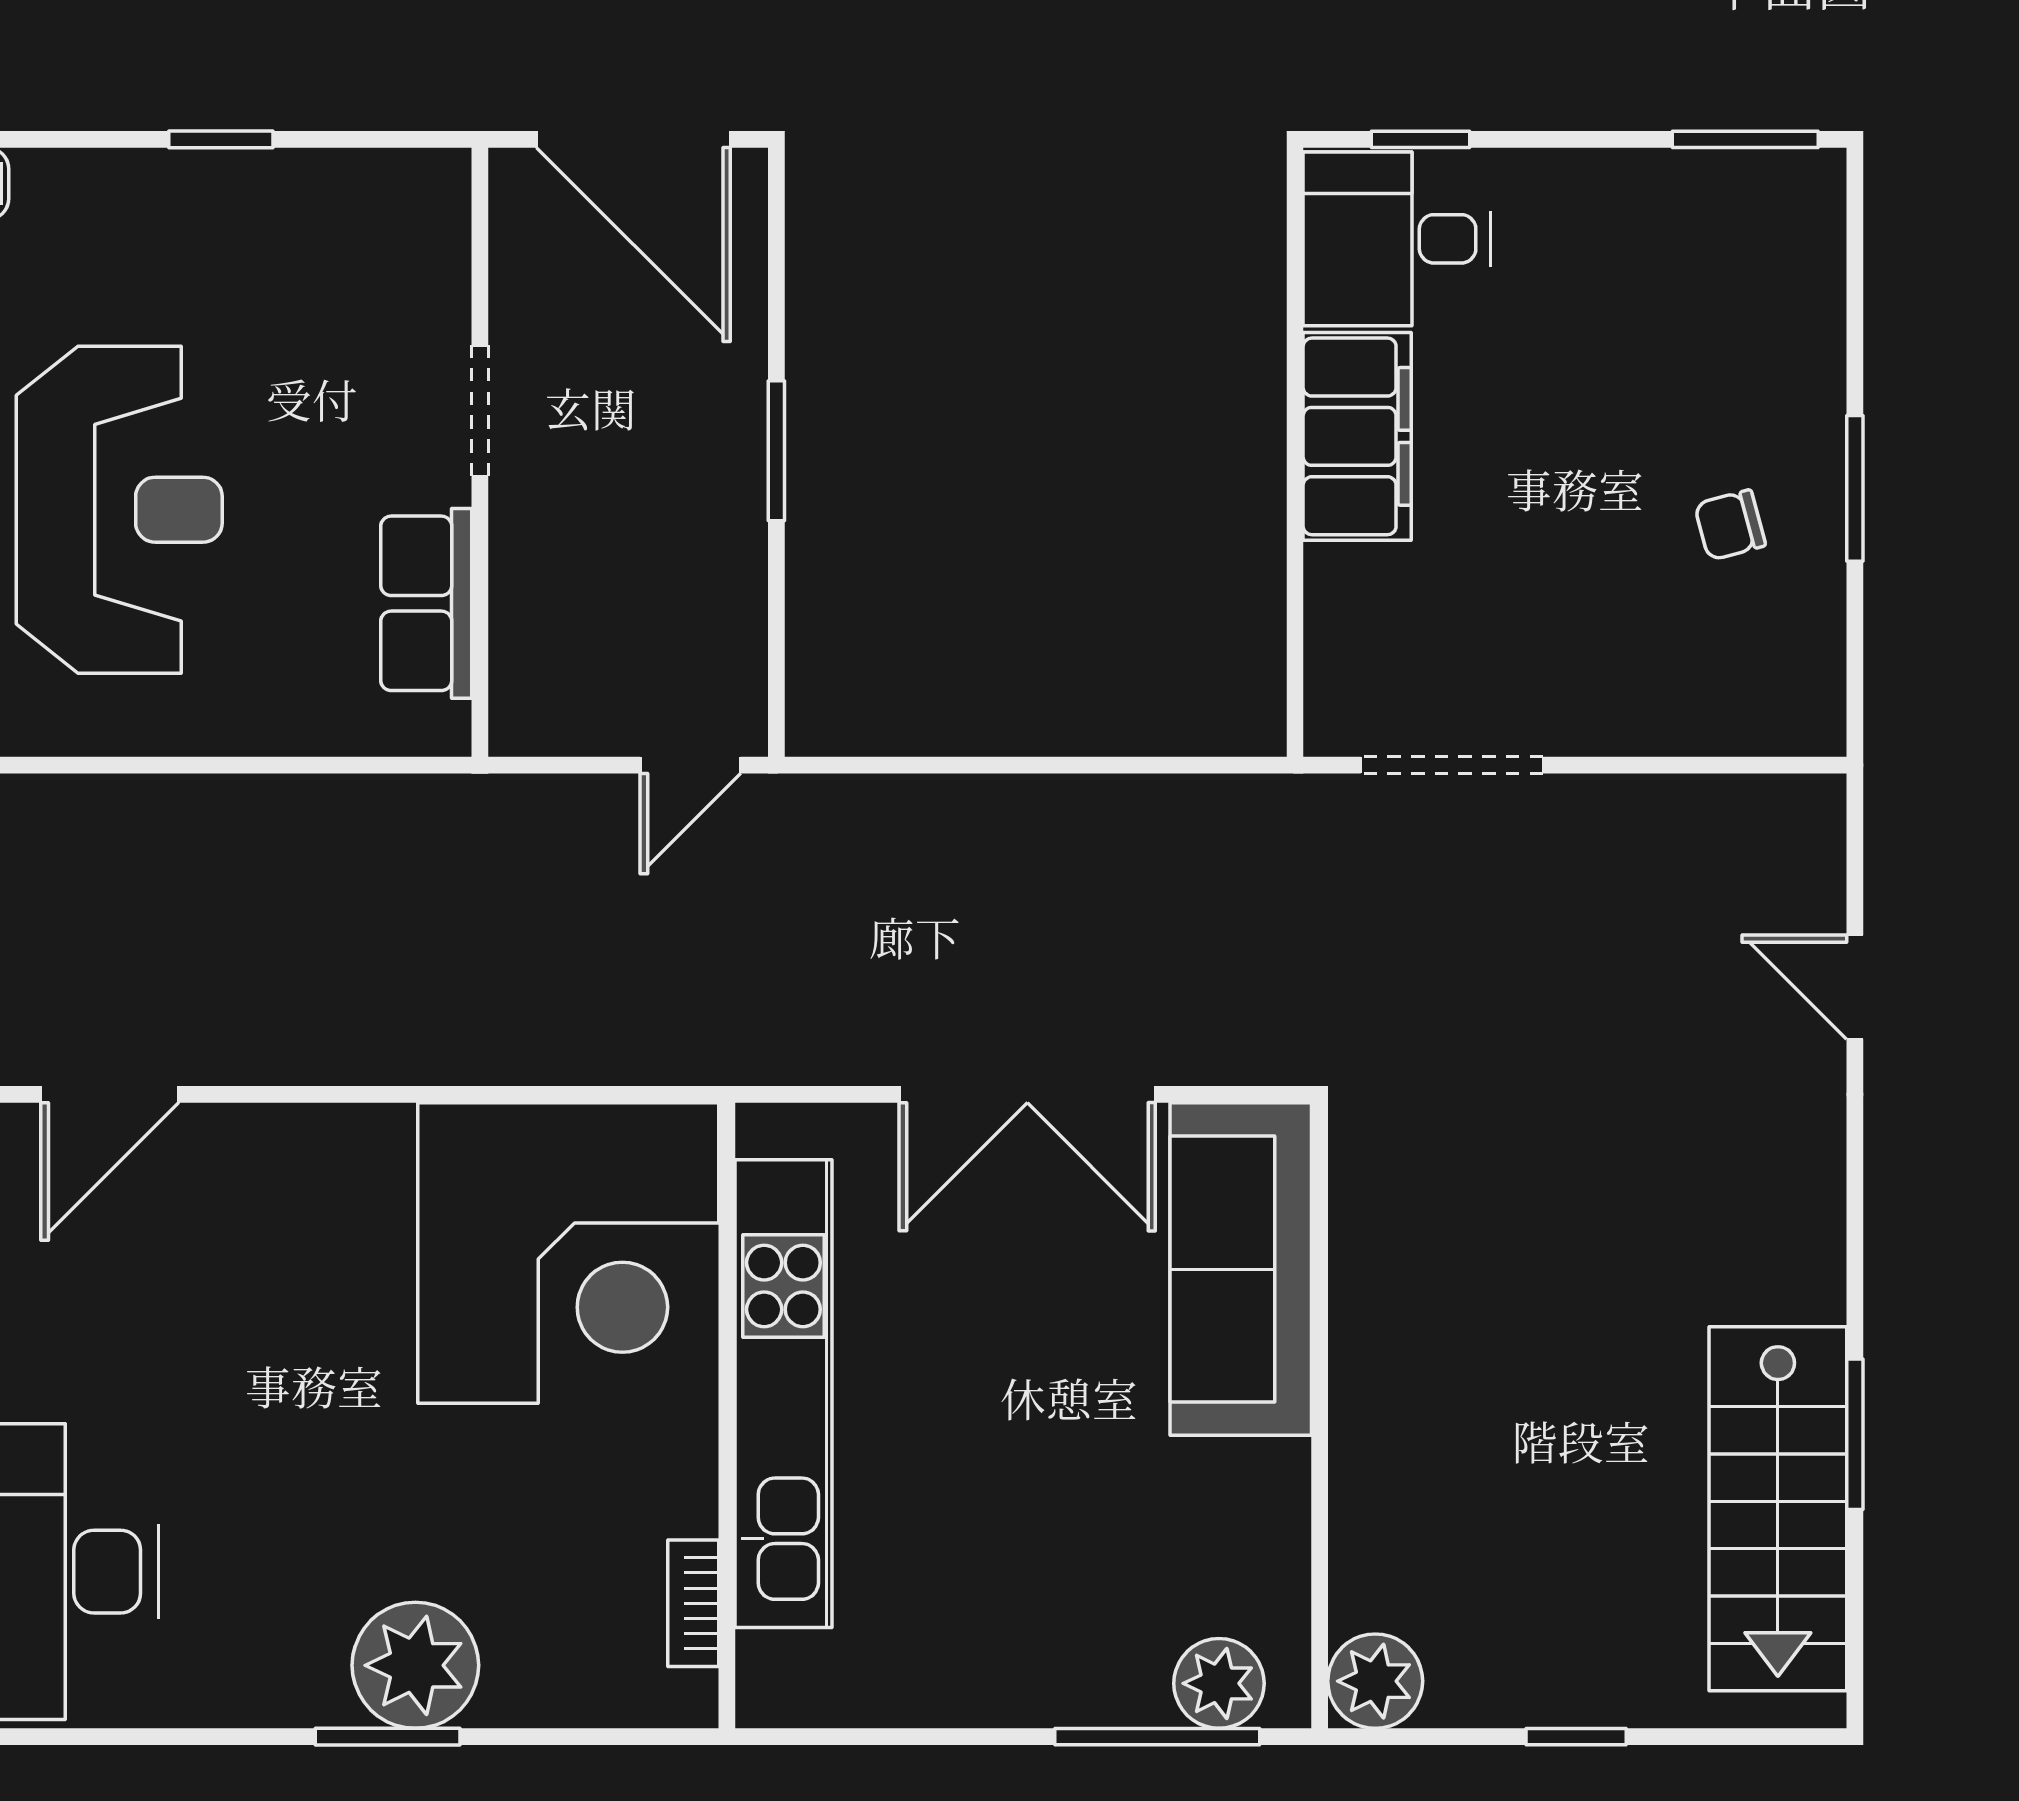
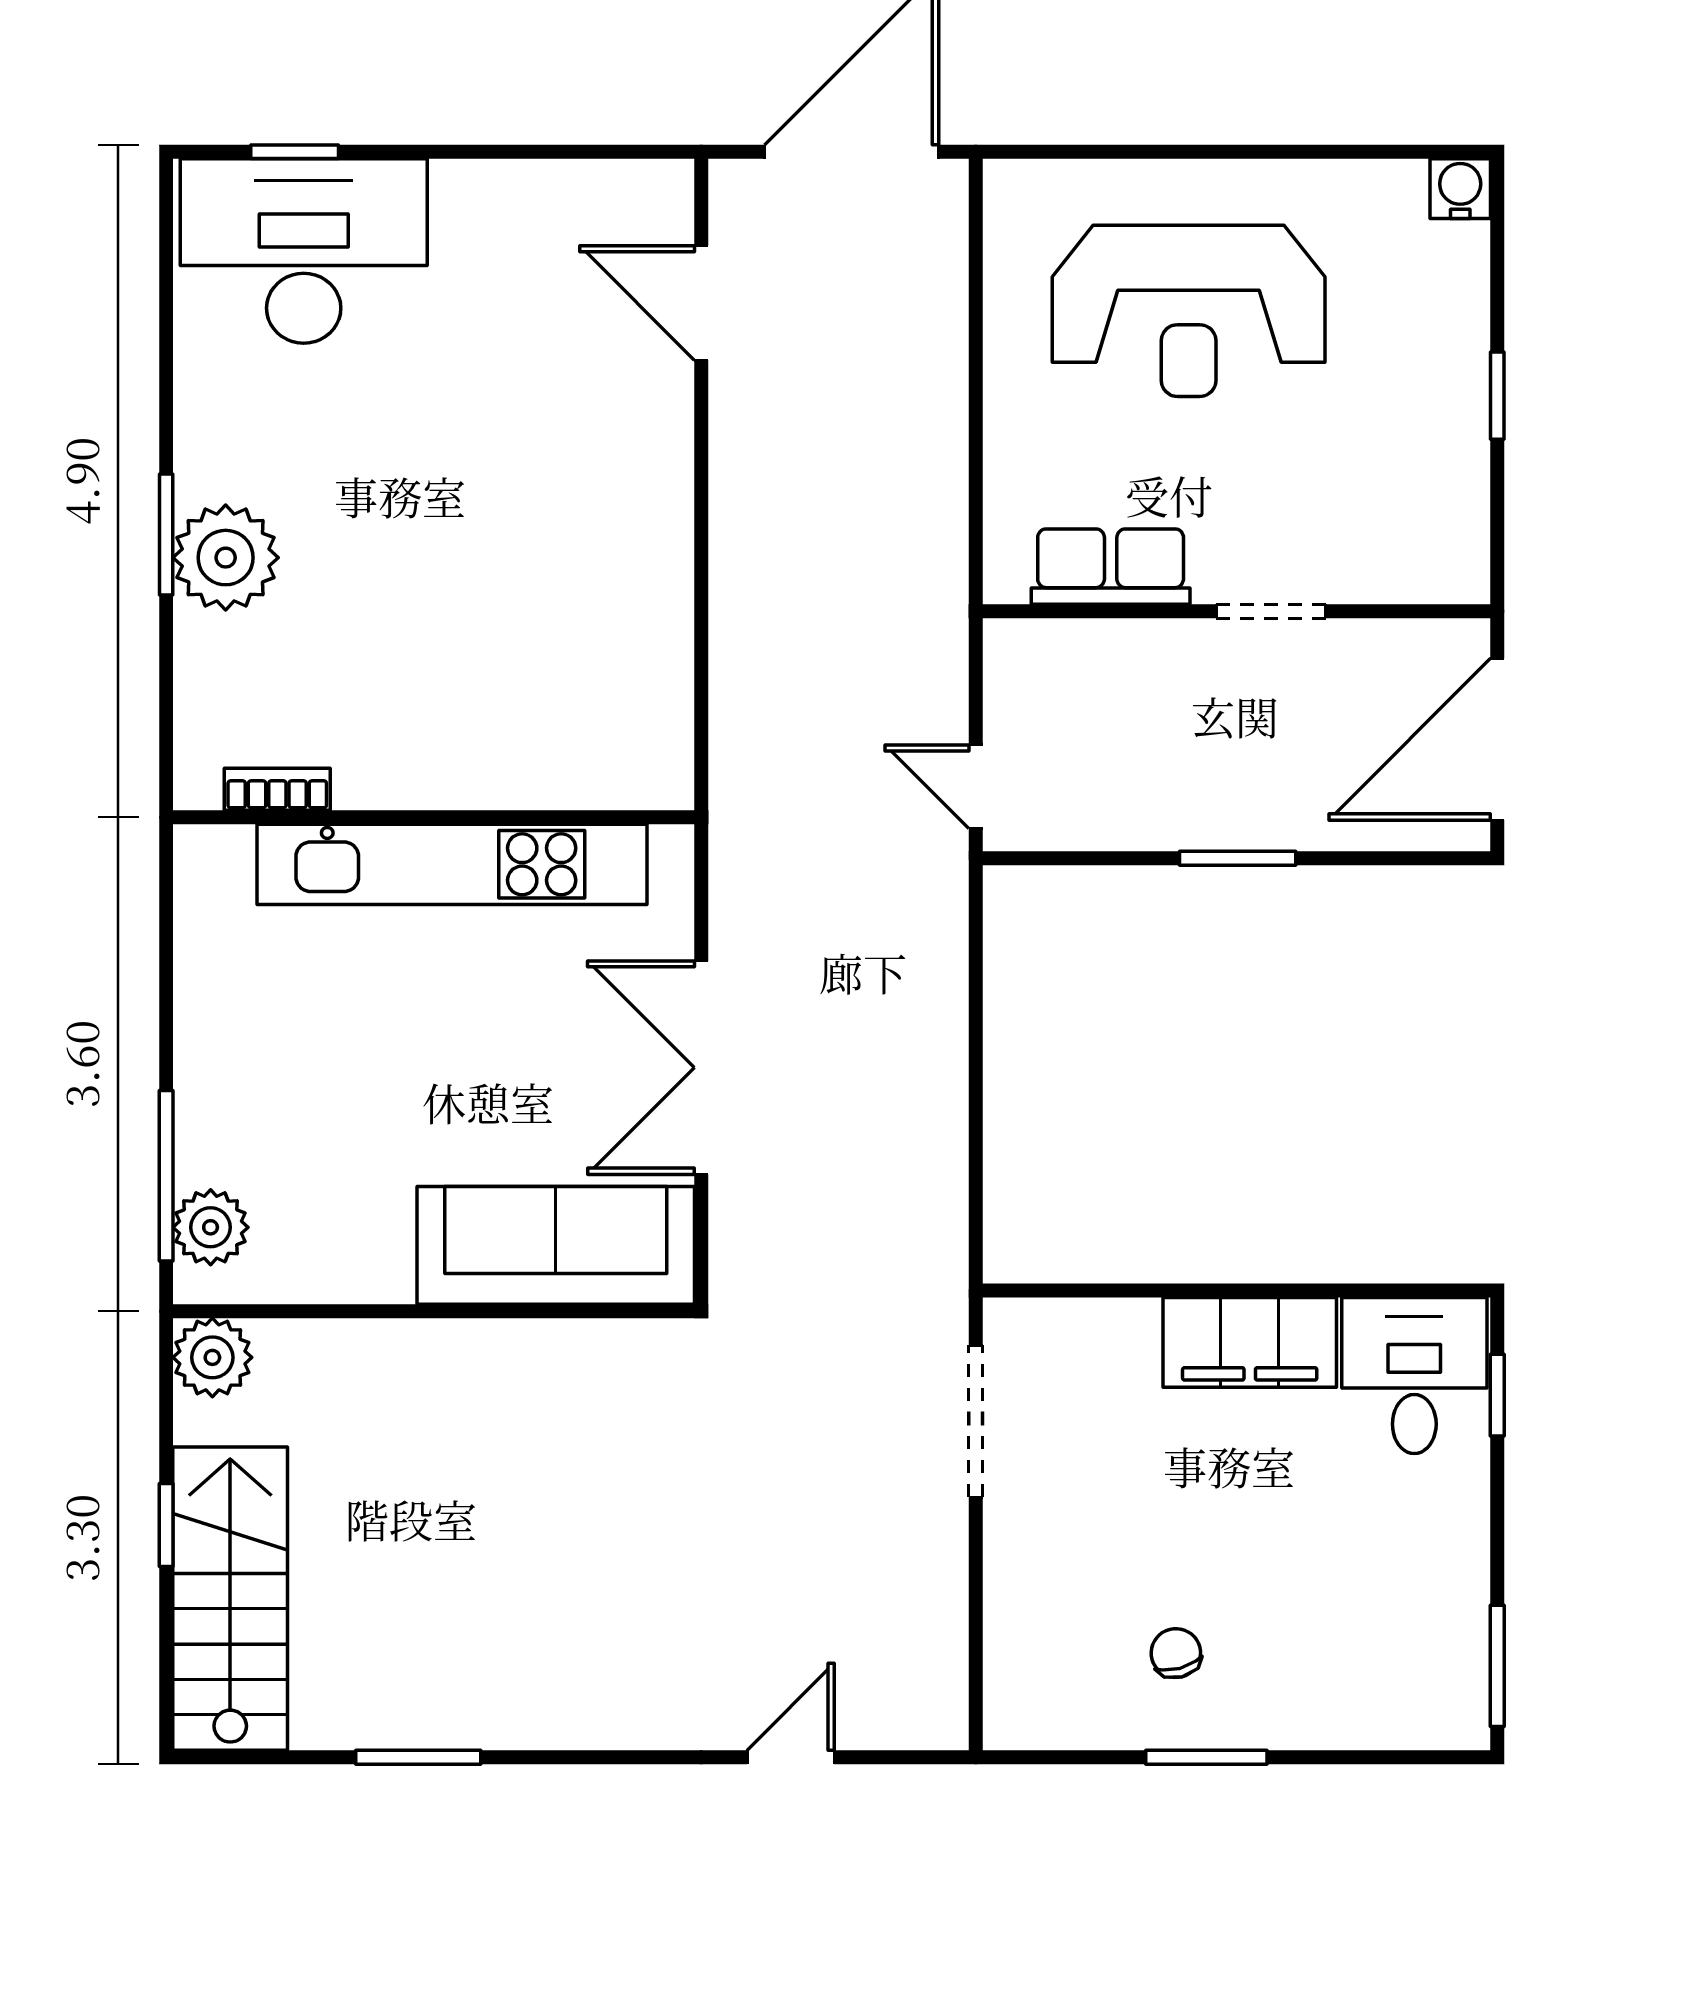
corner desk: (568, 1253) -> (569, 685), removed
stairs: (1778, 1509) -> (230, 1599), moved, turned 90

